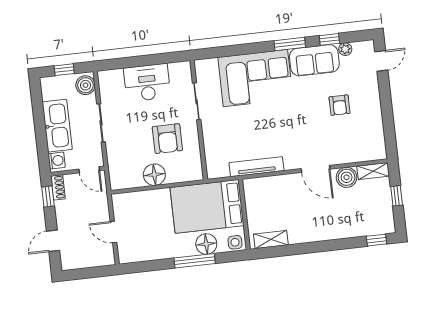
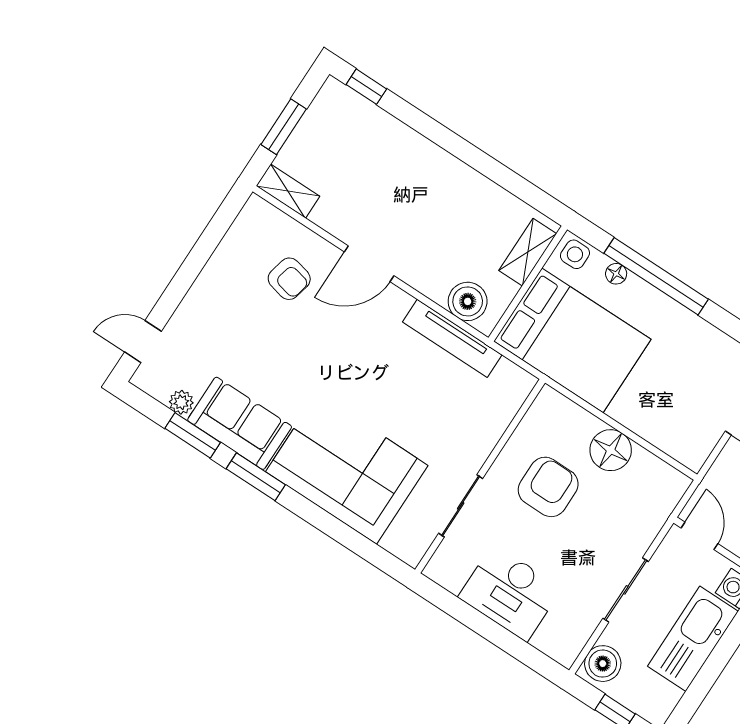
window: (329, 39) -> (193, 435), width x1.50
armchair: (340, 105) -> (289, 279), moved, turned 103
door: (316, 169) -> (369, 264), swing flipped
boiler: (347, 177) -> (468, 301), moved
window: (397, 196) -> (284, 127), width x1.50
shelving: (271, 240) -> (528, 252), moved, turned 90
floor lamp: (206, 244) -> (616, 274), width x0.53, depth x0.53
window: (195, 261) -> (656, 276), width x1.46

